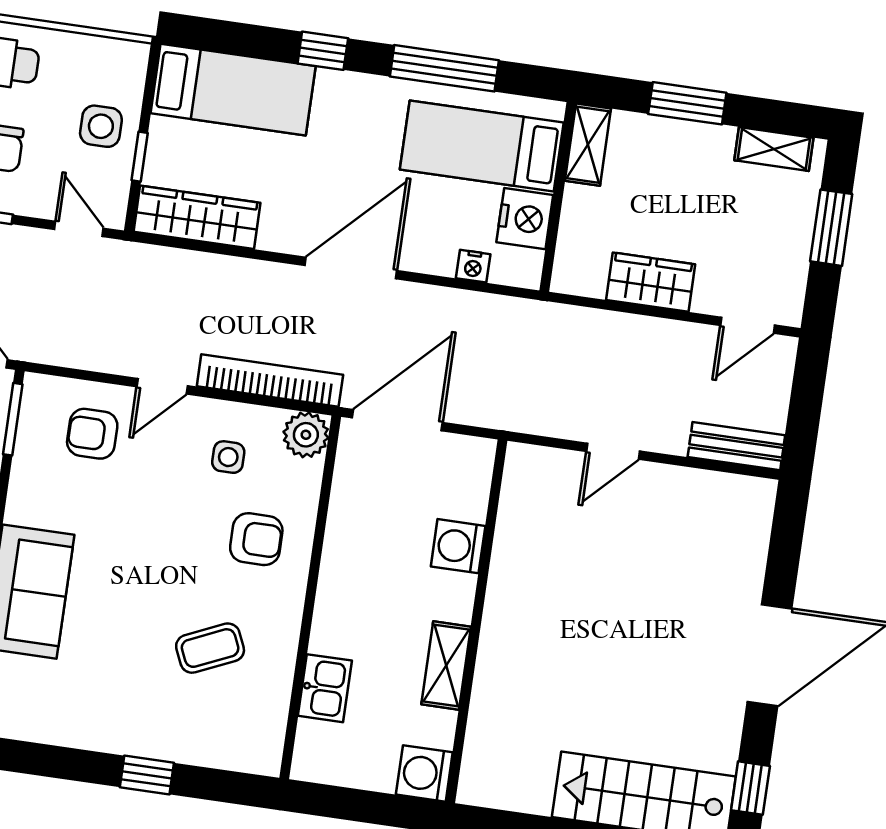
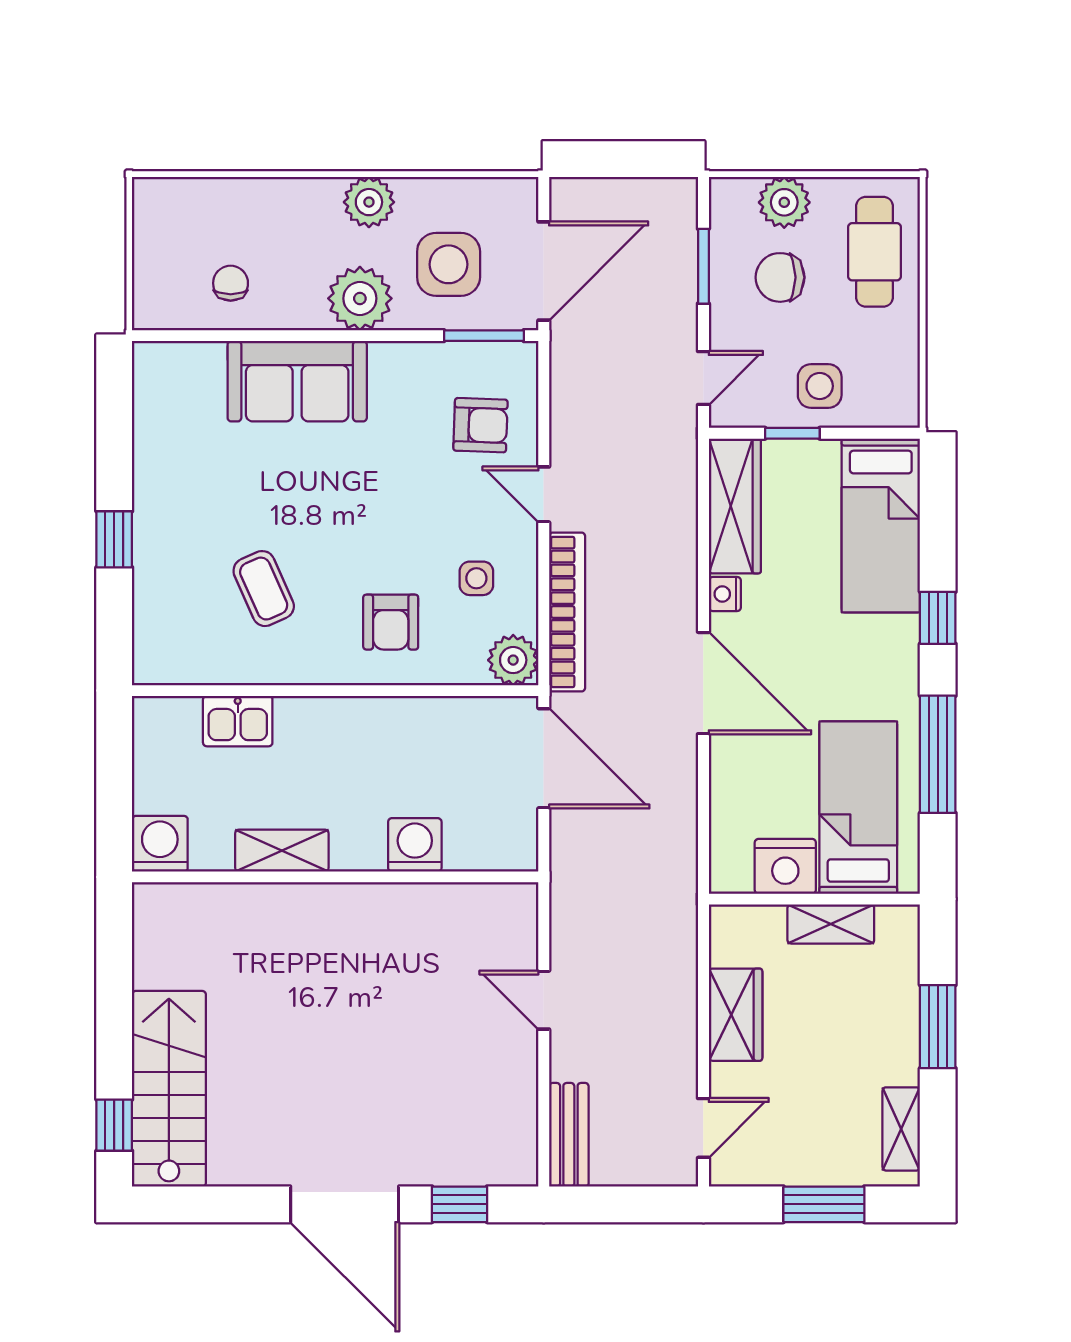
shelving: (588, 145) -> (831, 924), moved
nightstand: (473, 266) -> (725, 594), moved
door: (748, 325) -> (703, 1128), swing flipped
armchair: (92, 434) -> (481, 425), turned 92
window: (750, 788) -> (460, 1204), moved

